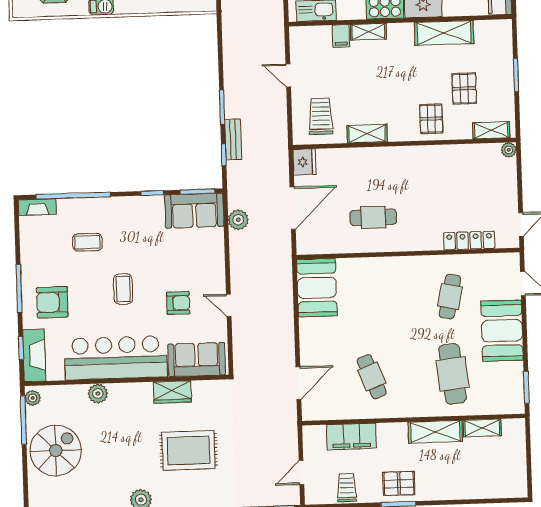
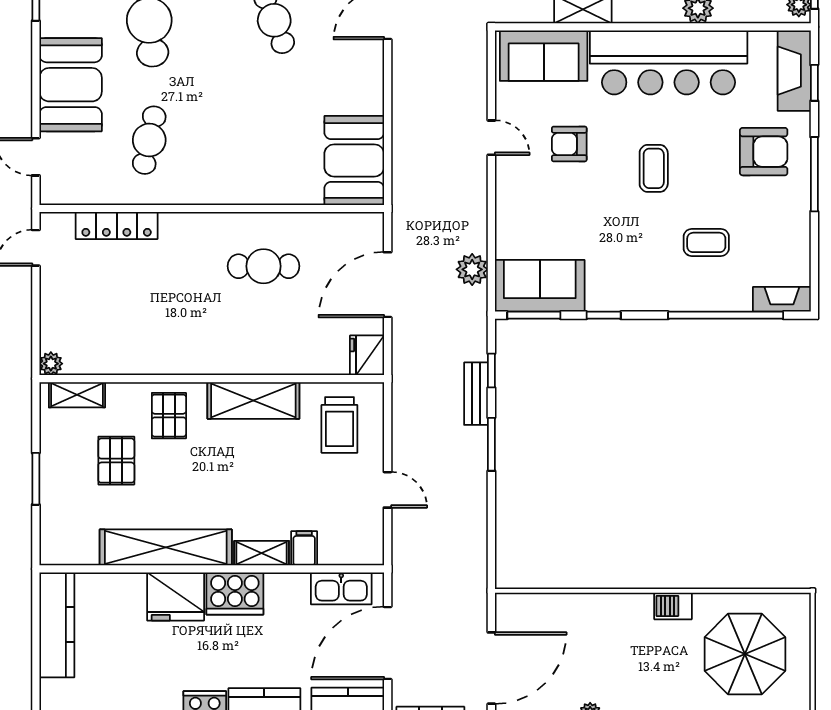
shelving: (444, 33) -> (166, 547), width x1.47
shelving: (367, 134) -> (253, 400), width x1.50, depth x1.33

